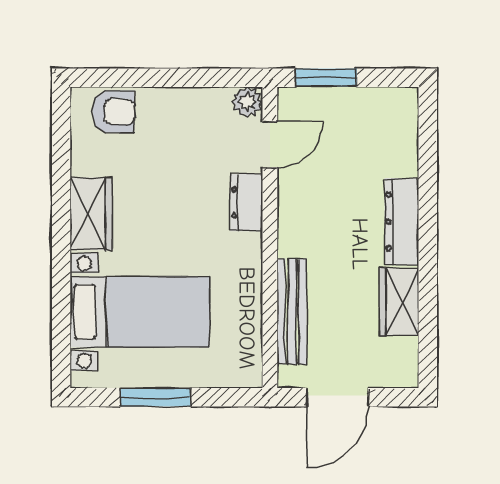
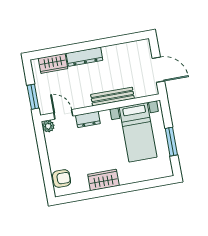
armchair: (113, 112) -> (62, 178), turned 90
wardrobe: (399, 302) -> (53, 63), moved
bench: (292, 311) -> (112, 96), moved
bed with nightstands: (140, 312) -> (138, 132), moved, turned 180

